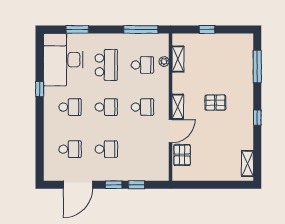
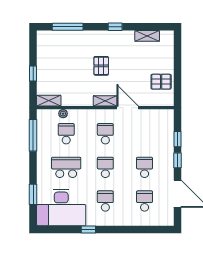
shelving: (178, 59) -> (49, 101), moved
pallet: (182, 155) -> (161, 82), moved
shelving: (247, 163) -> (147, 36), moved

